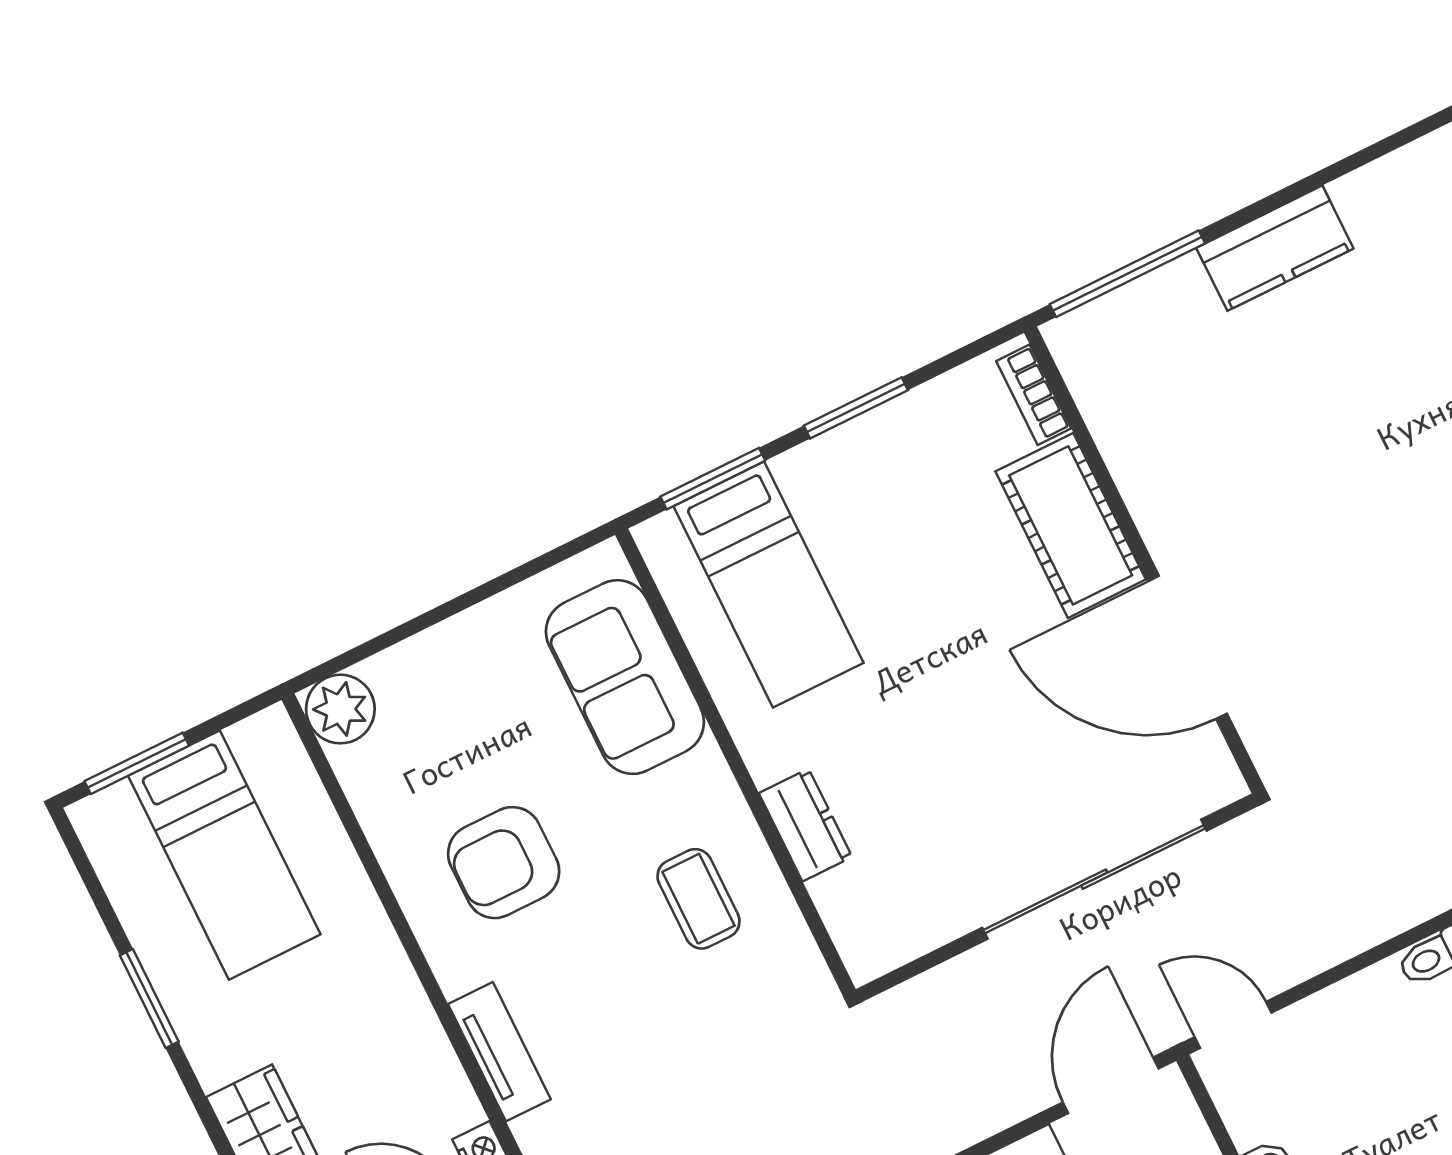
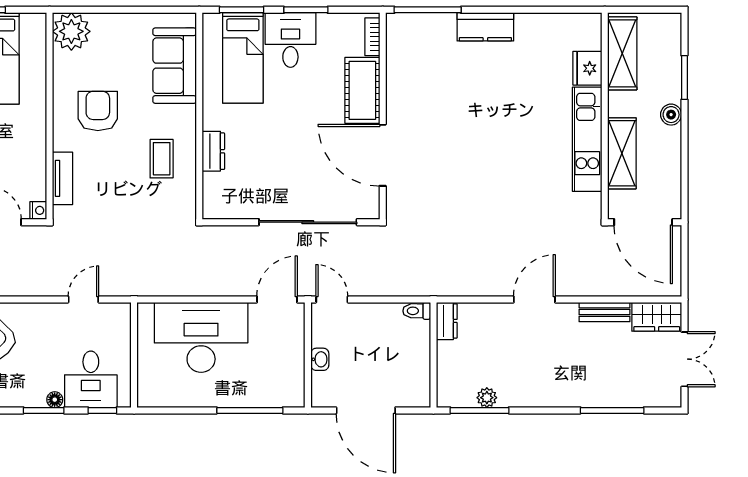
desk: (855, 492) -> (290, 40), added
plant: (340, 709) -> (71, 31), width x1.36, depth x1.36
armchair: (504, 863) -> (98, 111), turned 90

